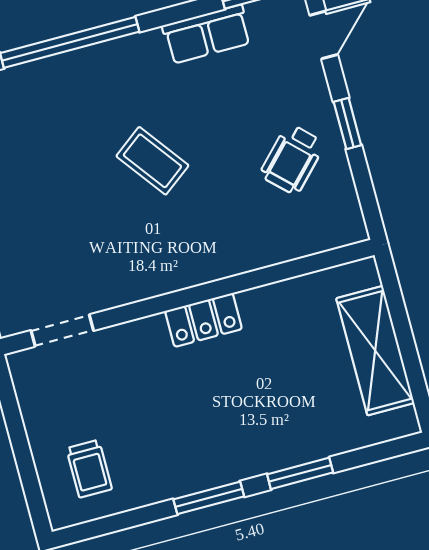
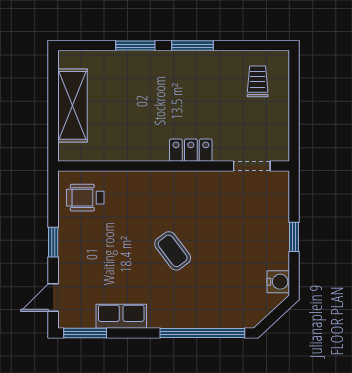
wheelchair: (292, 159) -> (85, 198), moved, turned -134
locker: (203, 320) -> (191, 150), moved

